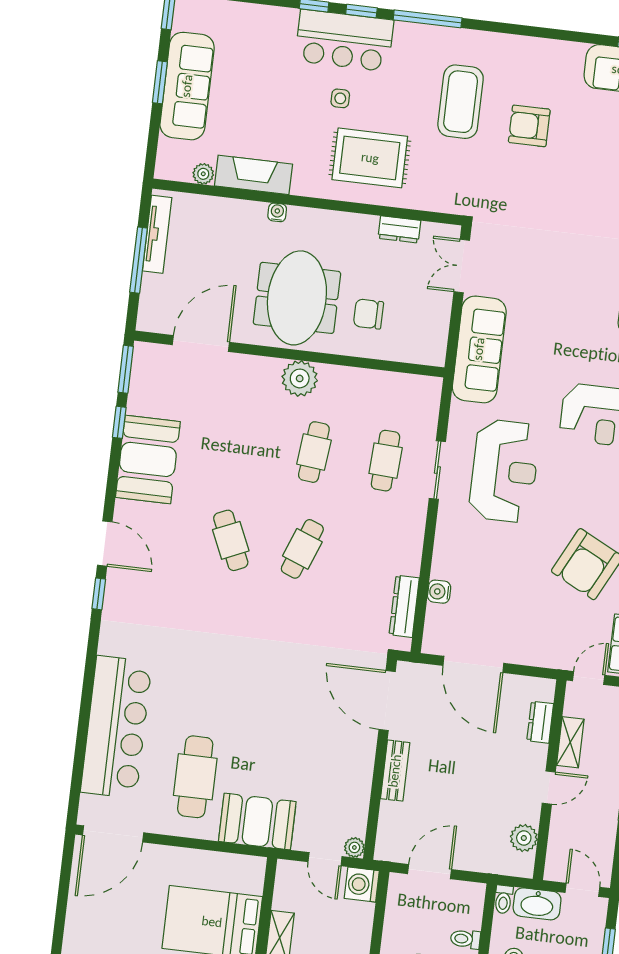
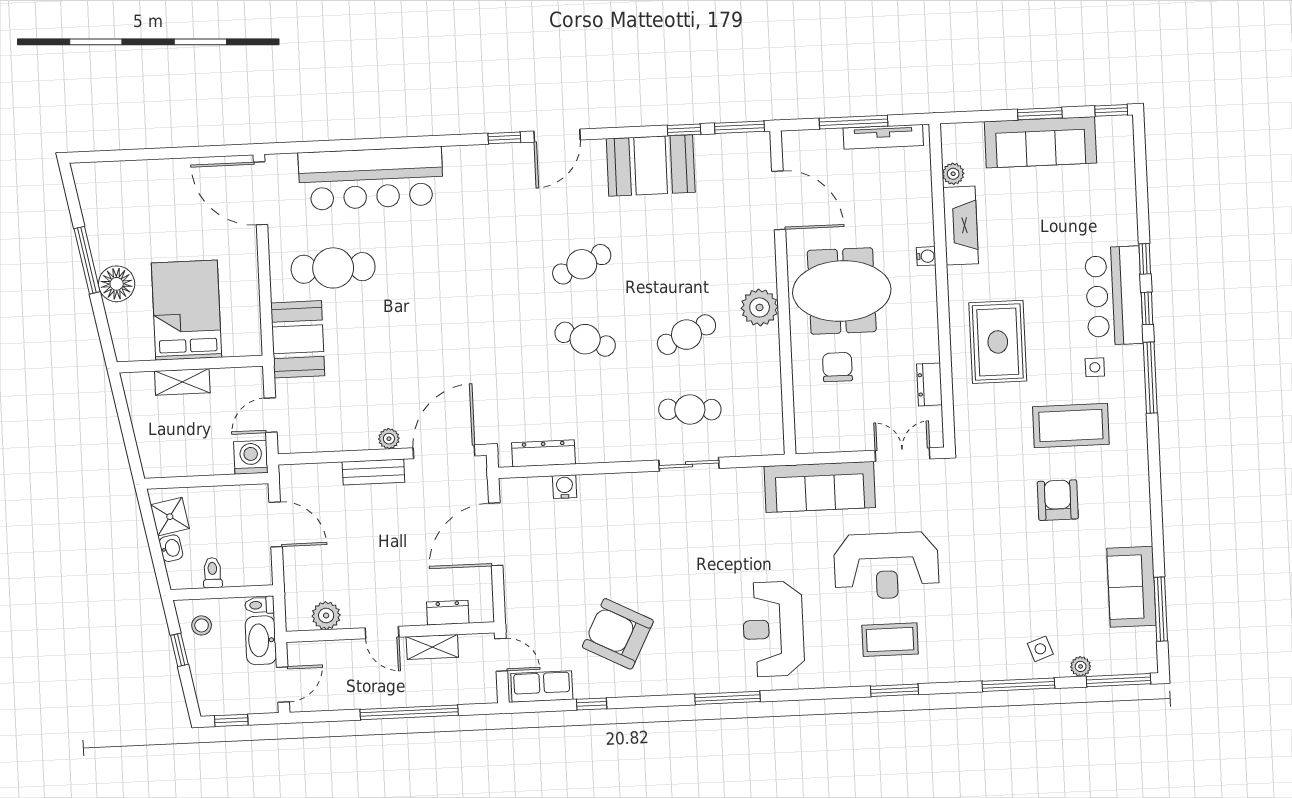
side table: (340, 98) -> (1095, 367), moved
cafe table: (314, 452) -> (686, 335), turned -30
reception desk: (504, 471) -> (886, 566), moved
plant: (354, 847) -> (389, 439), moved

